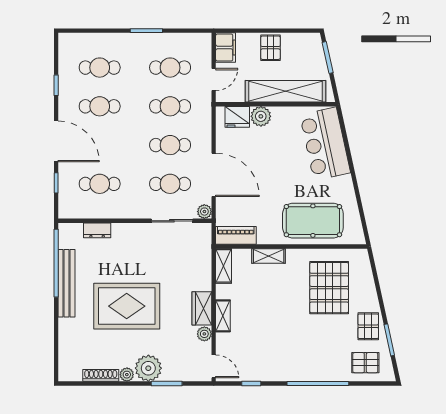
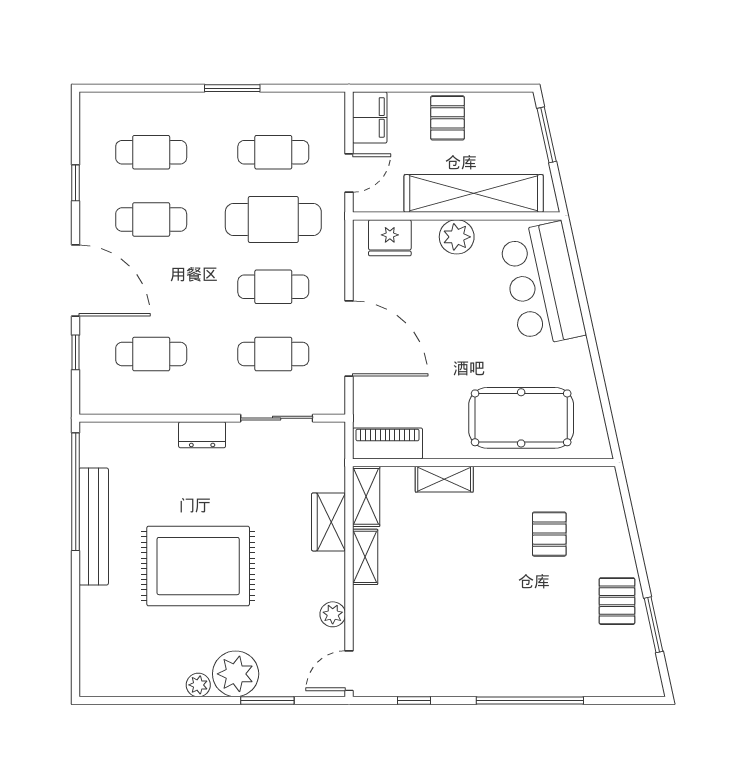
cafe table: (170, 106) -> (273, 219), width x1.37, depth x1.35
plant: (261, 116) -> (457, 237), moved
plant: (204, 212) -> (333, 402), removed
dresser: (97, 230) -> (202, 435), moved
pallet: (329, 288) -> (549, 534), width x0.49, depth x0.50
wardrobe: (202, 308) -> (329, 522), moved
shelving: (223, 316) -> (365, 557), moved
pallet: (365, 363) -> (612, 664), removed
door: (214, 366) -> (349, 671), swing flipped
shoe rack: (101, 375) -> (153, 686), removed

